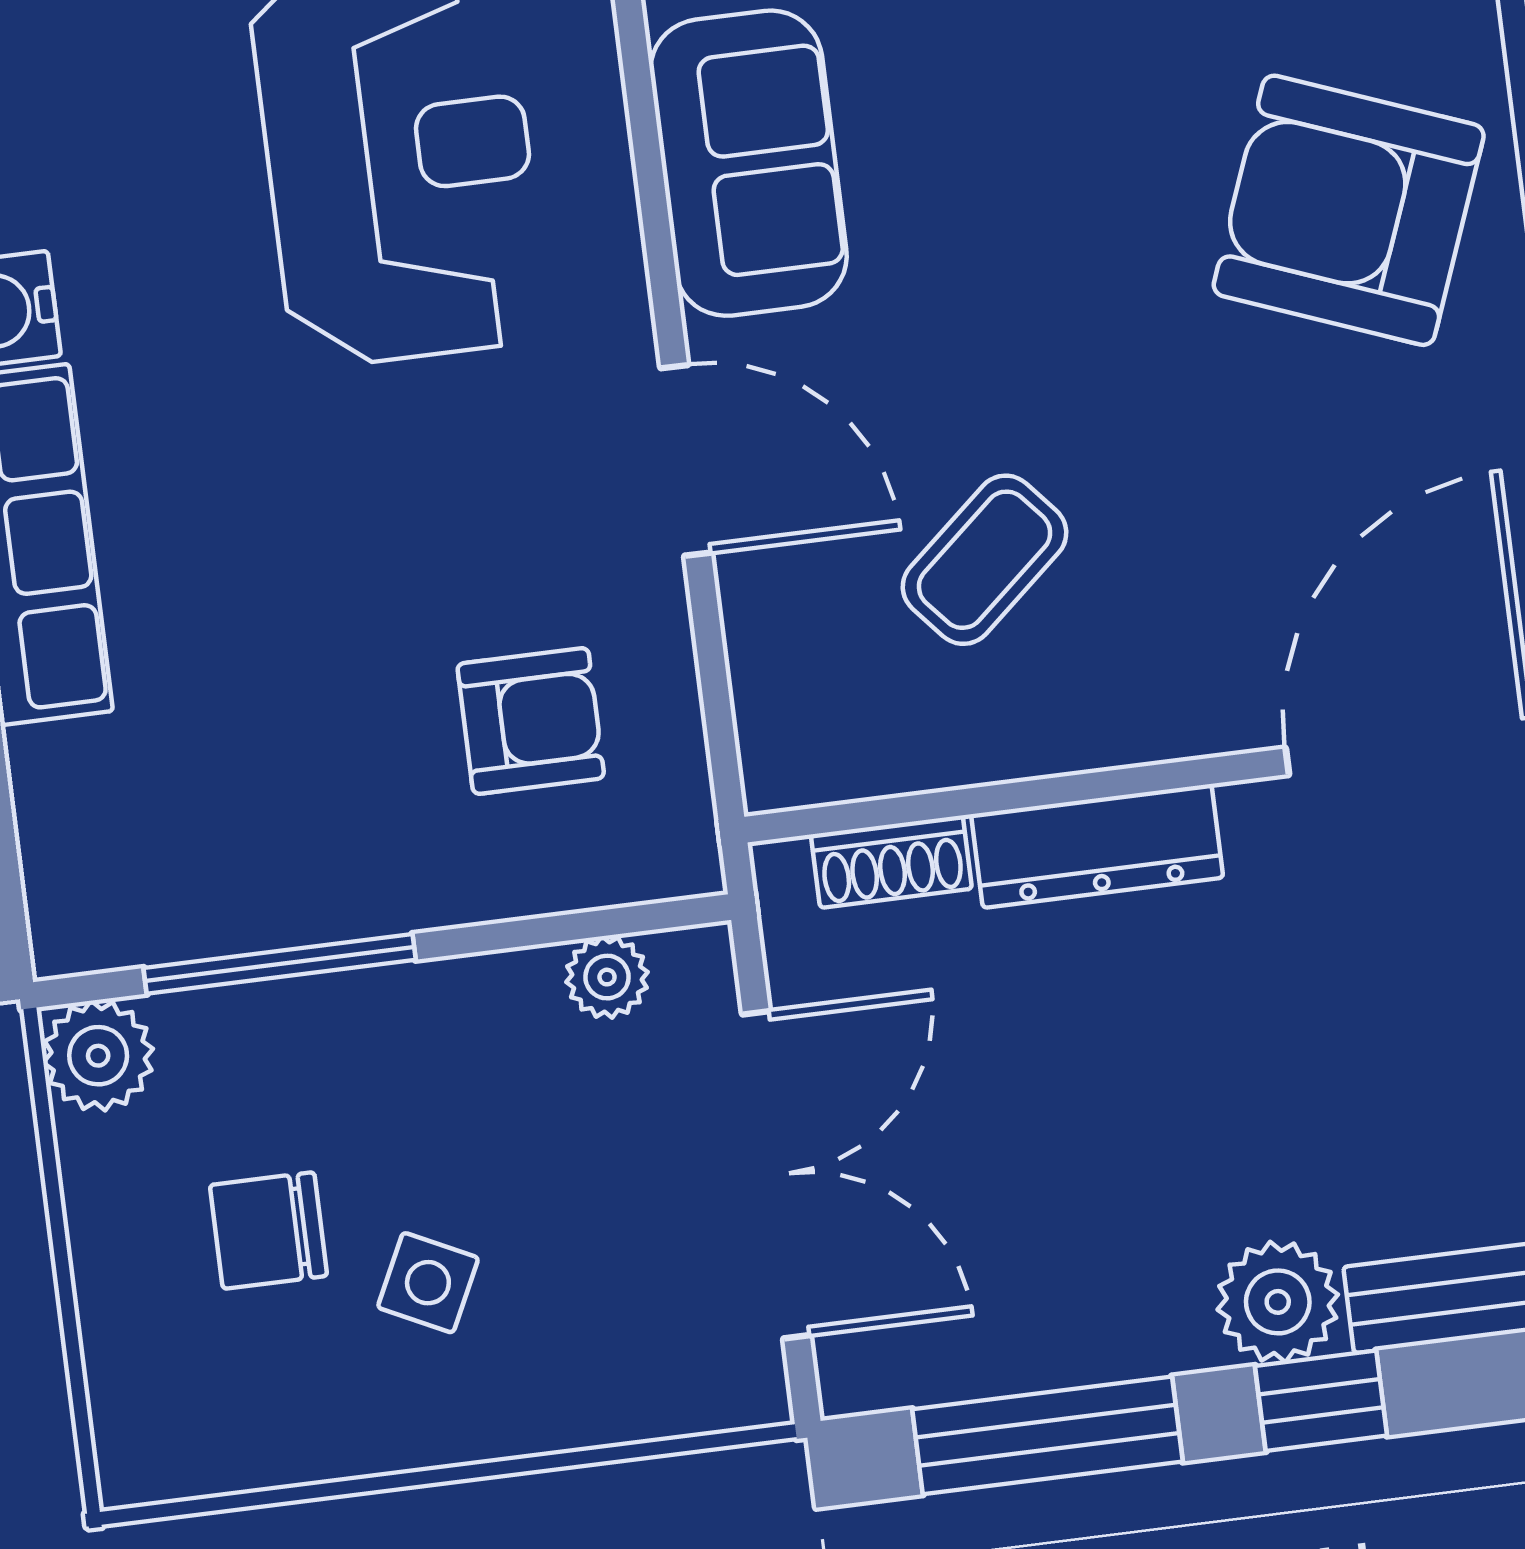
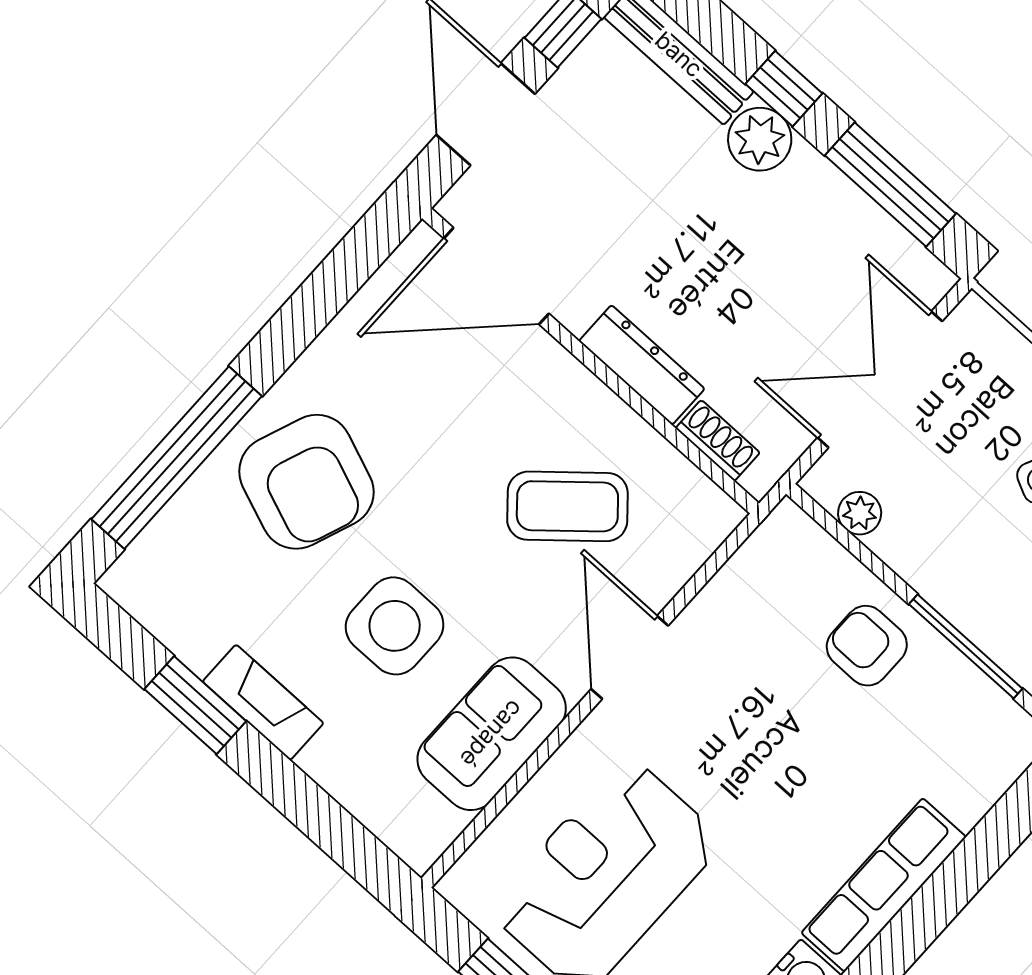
side table: (1028, 157) -> (395, 626), added
coffee table: (985, 560) -> (567, 506), width x1.36, depth x1.30
armchair: (531, 721) -> (867, 646), moved

